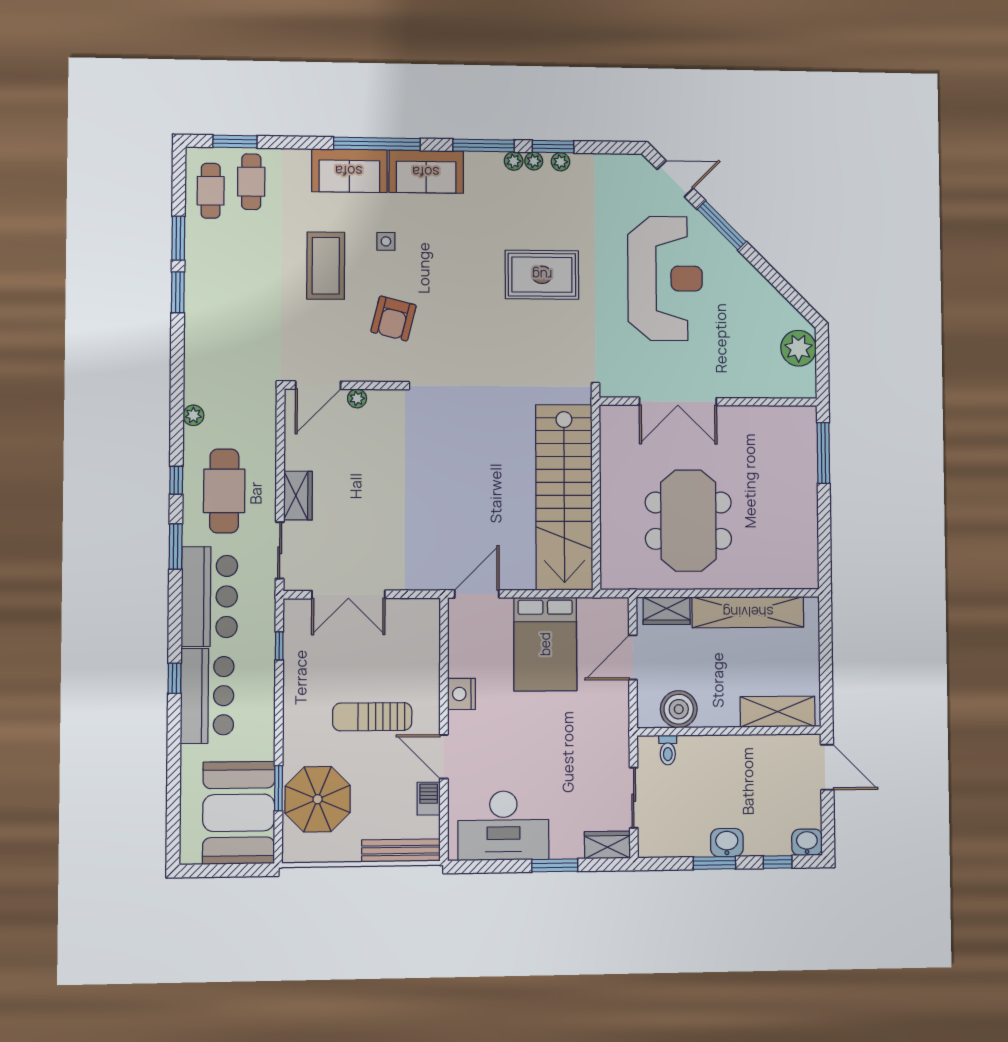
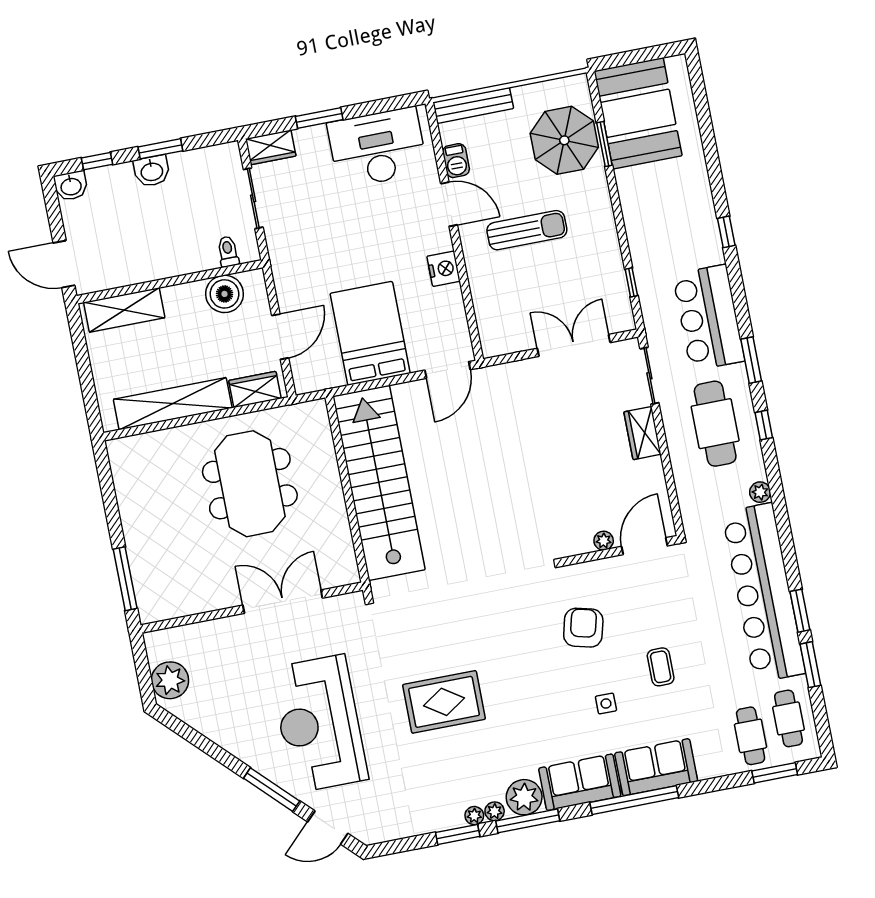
plant: (560, 162) -> (524, 797), moved, width x1.88, depth x1.88
coffee table: (326, 266) -> (661, 667), width x0.54, depth x0.58
bar counter: (207, 696) -> (764, 593), moved, width x1.86

